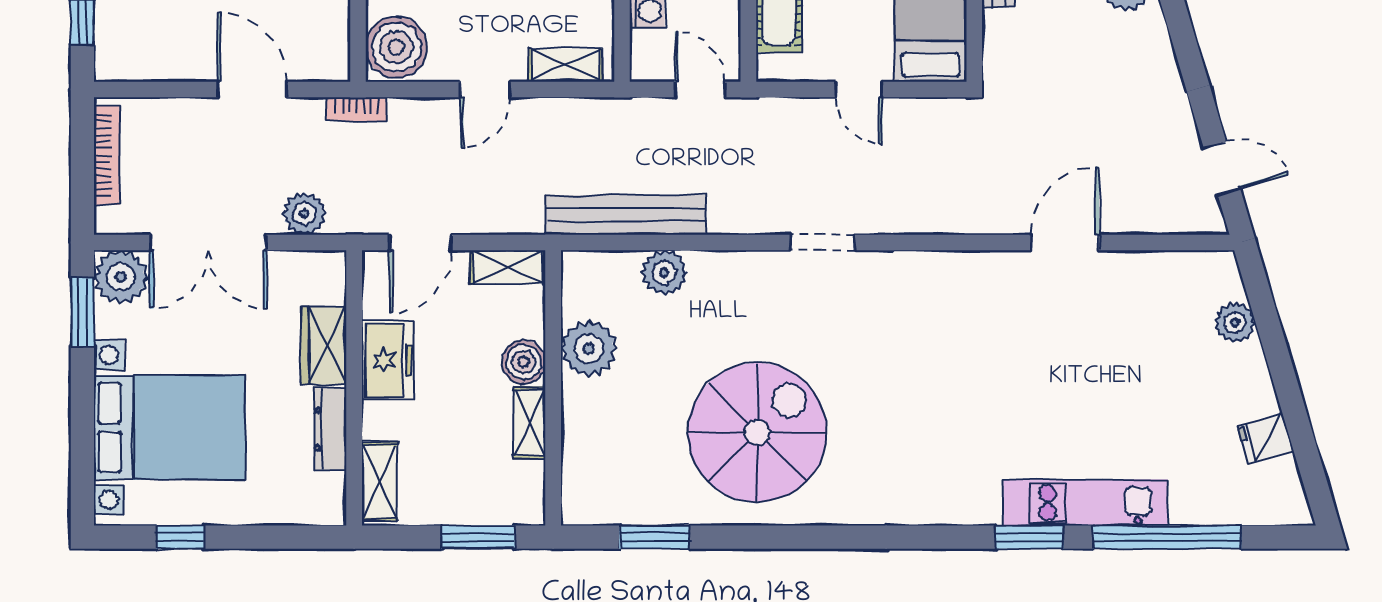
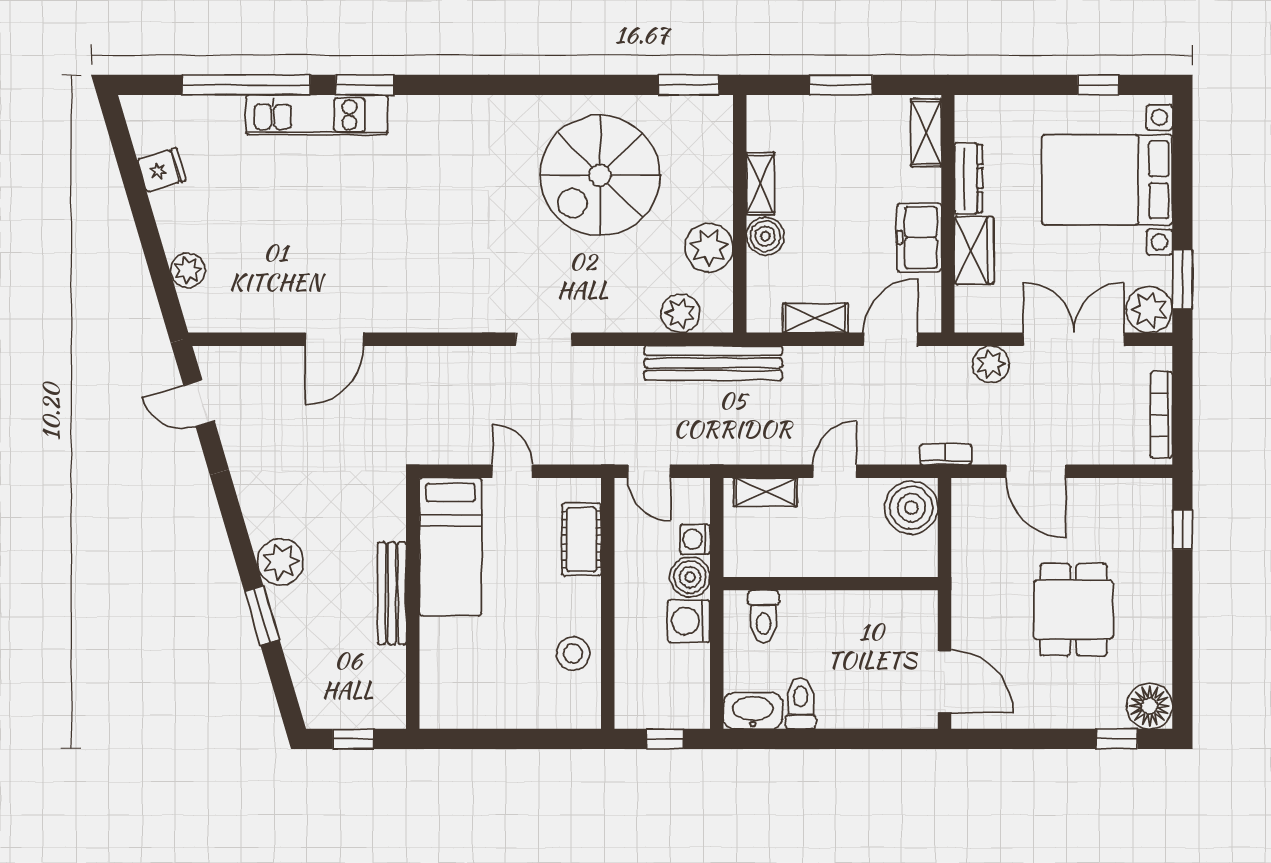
plant: (589, 349) -> (709, 248), moved
boiler: (524, 362) -> (765, 236), moved
wall: (553, 388) -> (740, 214), moved
shelving: (529, 423) -> (760, 184), moved

